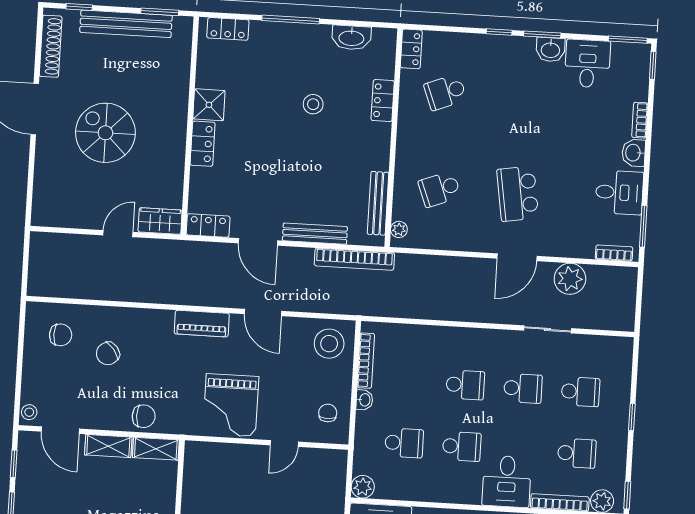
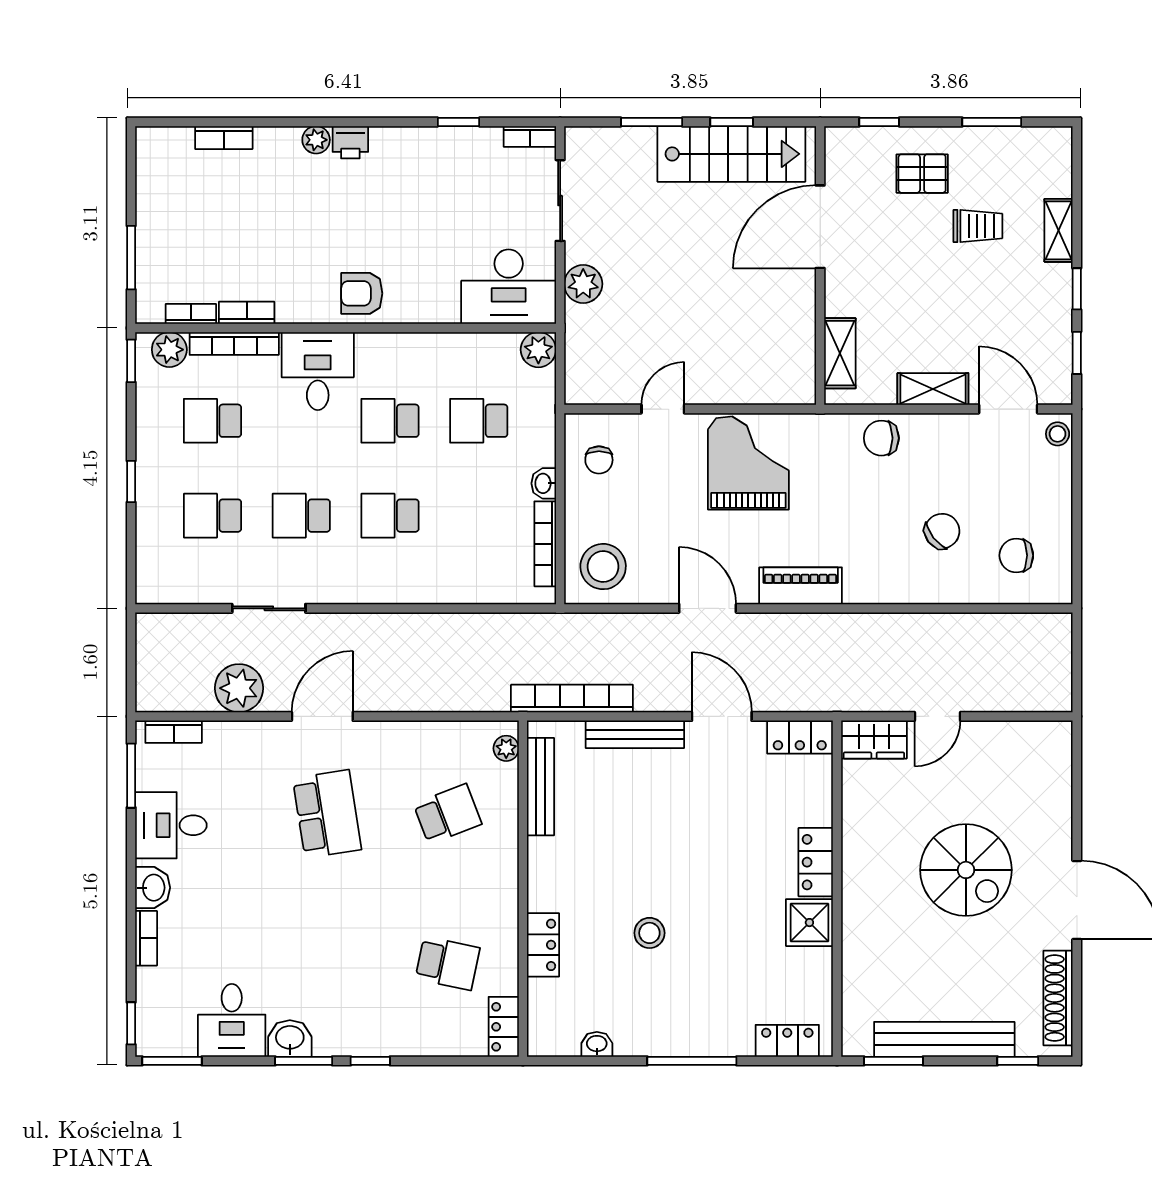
washbasin: (351, 38) -> (597, 1044), width x0.52, depth x0.69
school desk: (445, 92) -> (448, 963), turned 33
shelving: (156, 449) -> (840, 353), moved, turned 90

